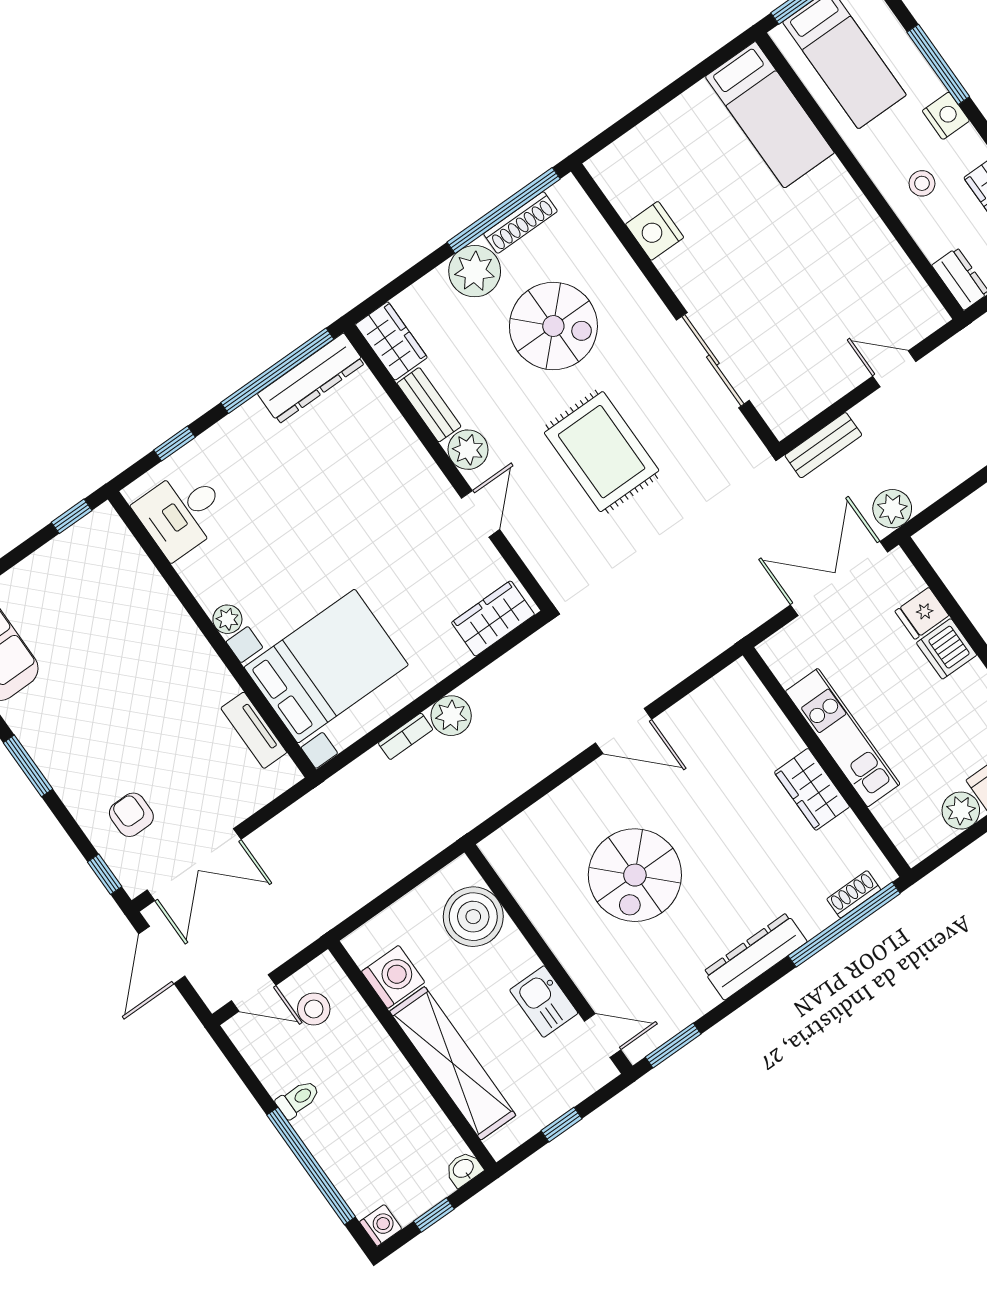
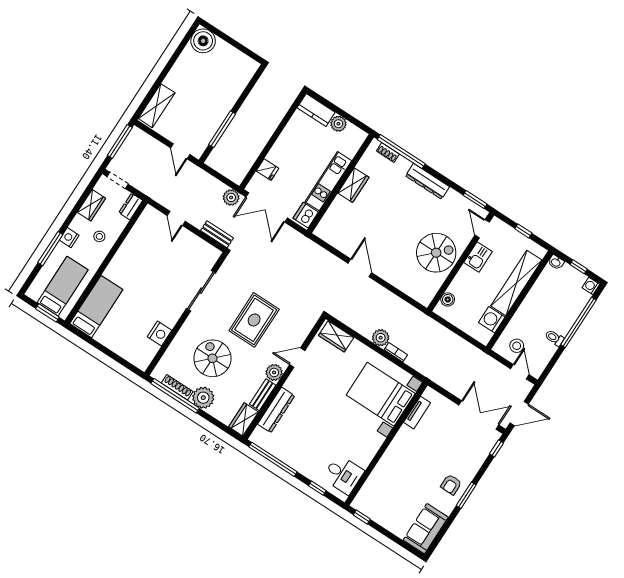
dresser: (311, 378) -> (276, 410), moved, turned 90
plant: (227, 619) -> (378, 440), removed
dishwasher: (947, 649) -> (306, 215), moved, turned 180
armchair: (131, 815) -> (451, 485), moved
spiral stairs: (635, 875) -> (436, 253), moved
boiler: (473, 917) -> (448, 299), width x0.54, depth x0.54

